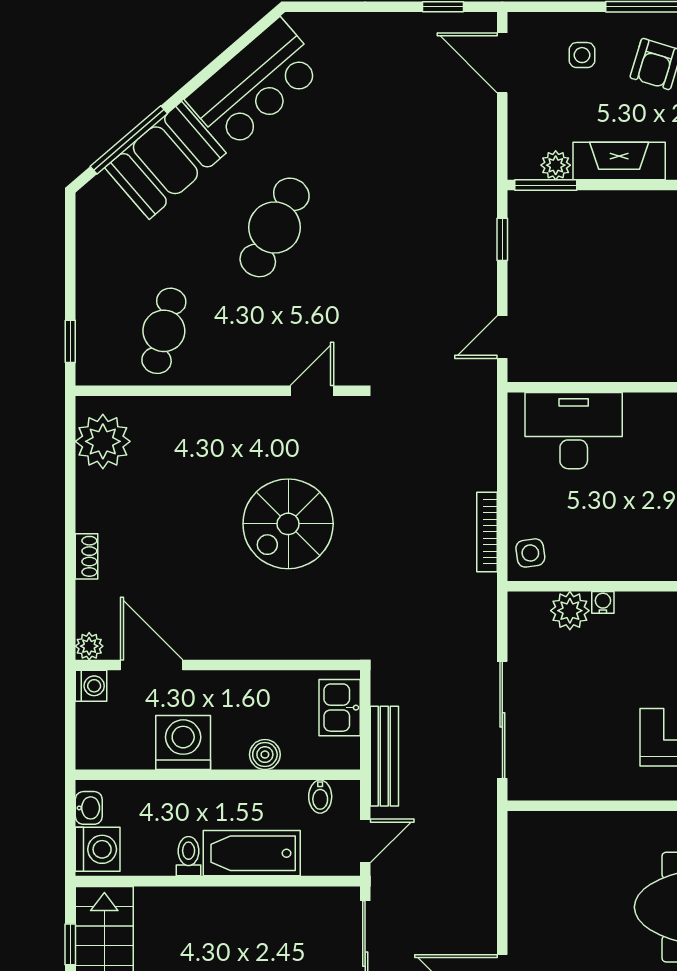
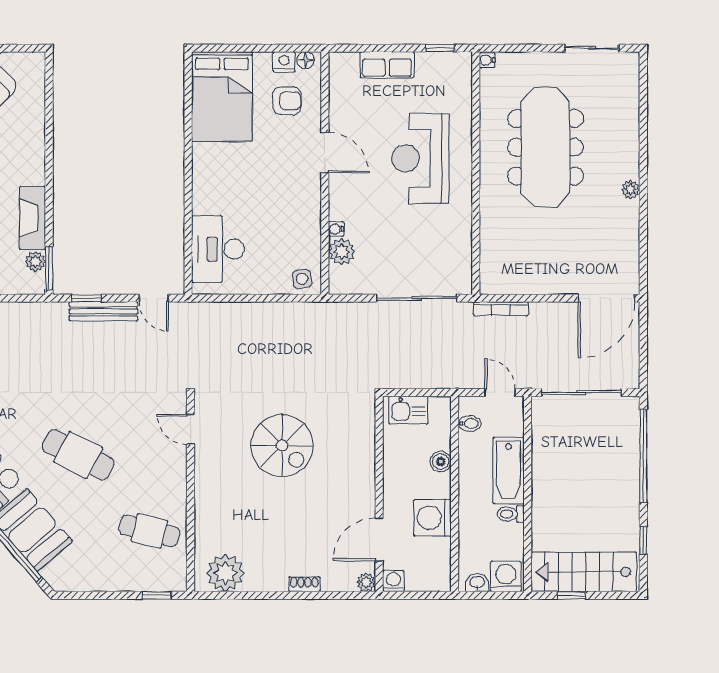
bookcase: (487, 532) -> (501, 309), moved
bench: (384, 756) -> (103, 311), moved

